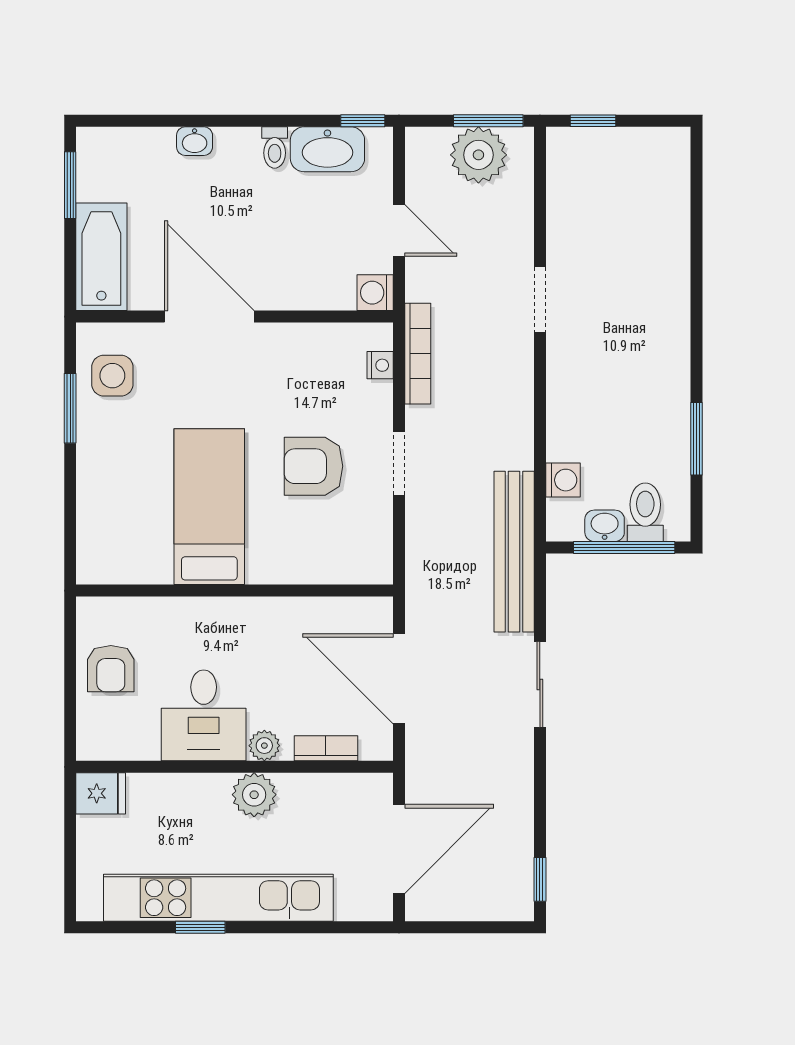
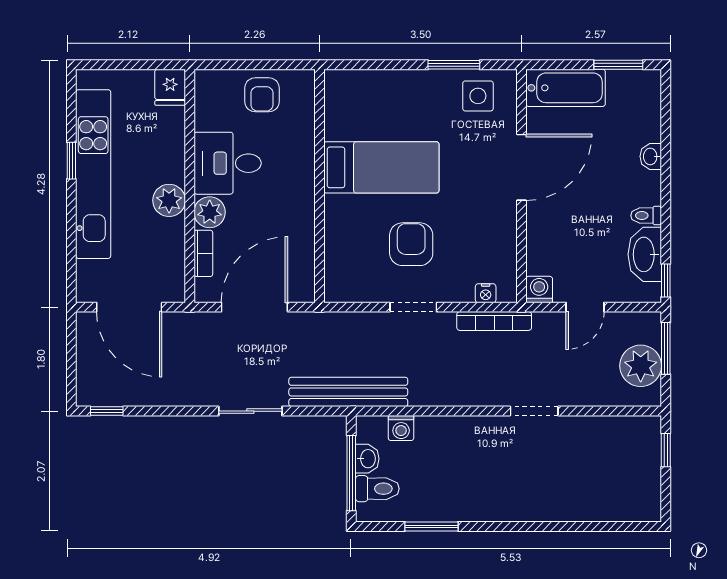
window: (488, 121) -> (666, 348), moved
armchair: (111, 669) -> (262, 95), turned -90
plant: (264, 746) -> (210, 212), width x1.38, depth x1.38

